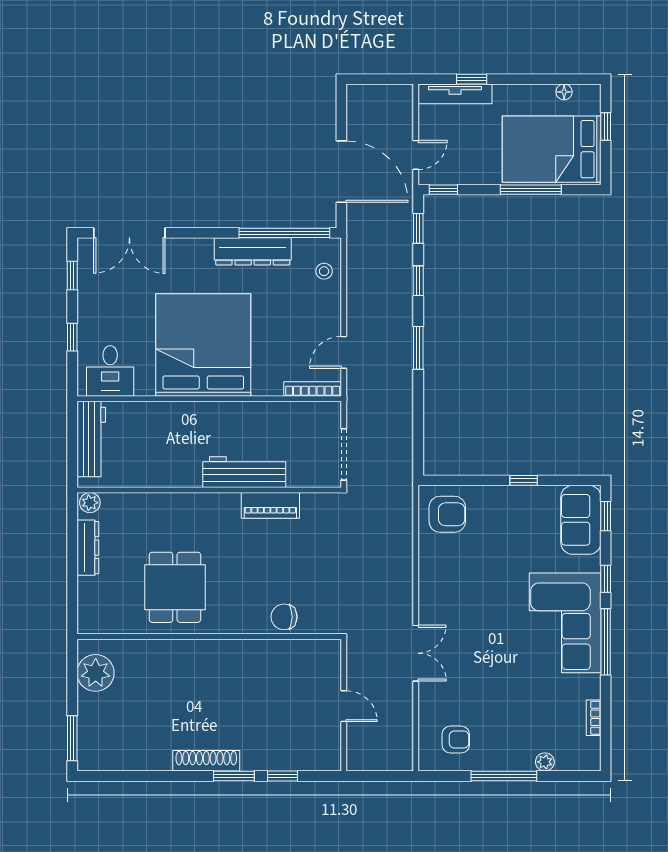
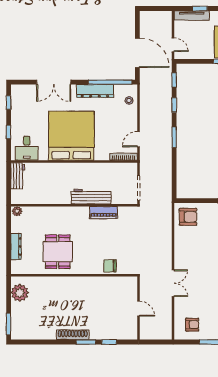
door: (416, 155) -> (173, 45), hinge flipped
window: (443, 190) -> (186, 61), removed
double door: (129, 233) -> (54, 82), moved
workbench: (91, 439) -> (18, 176), width x0.73
dresser: (88, 548) -> (16, 247), moved

